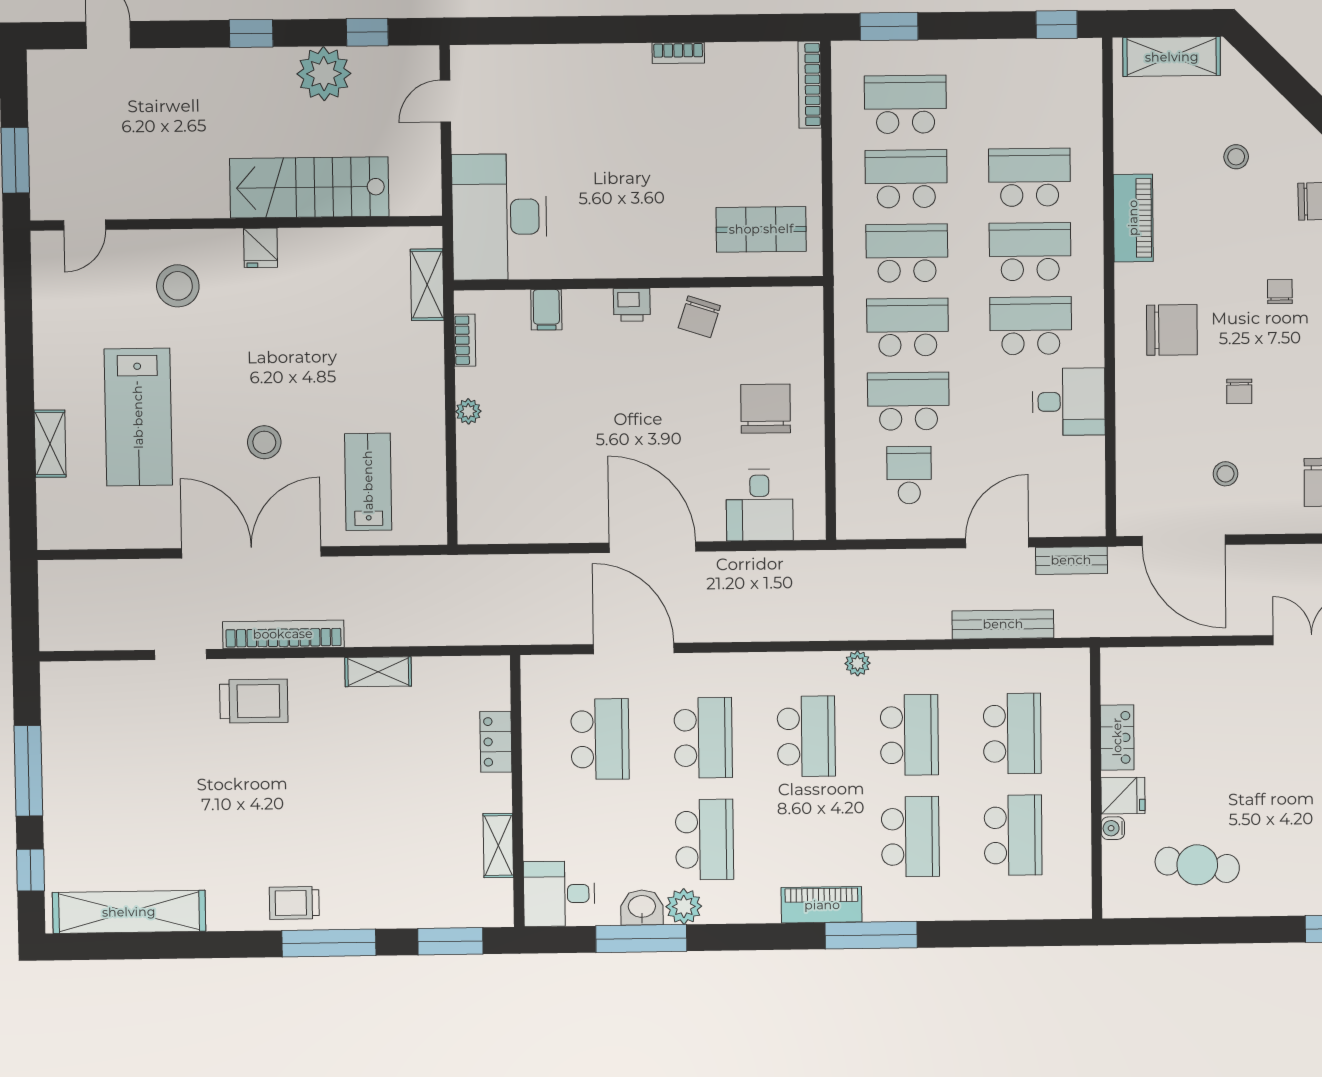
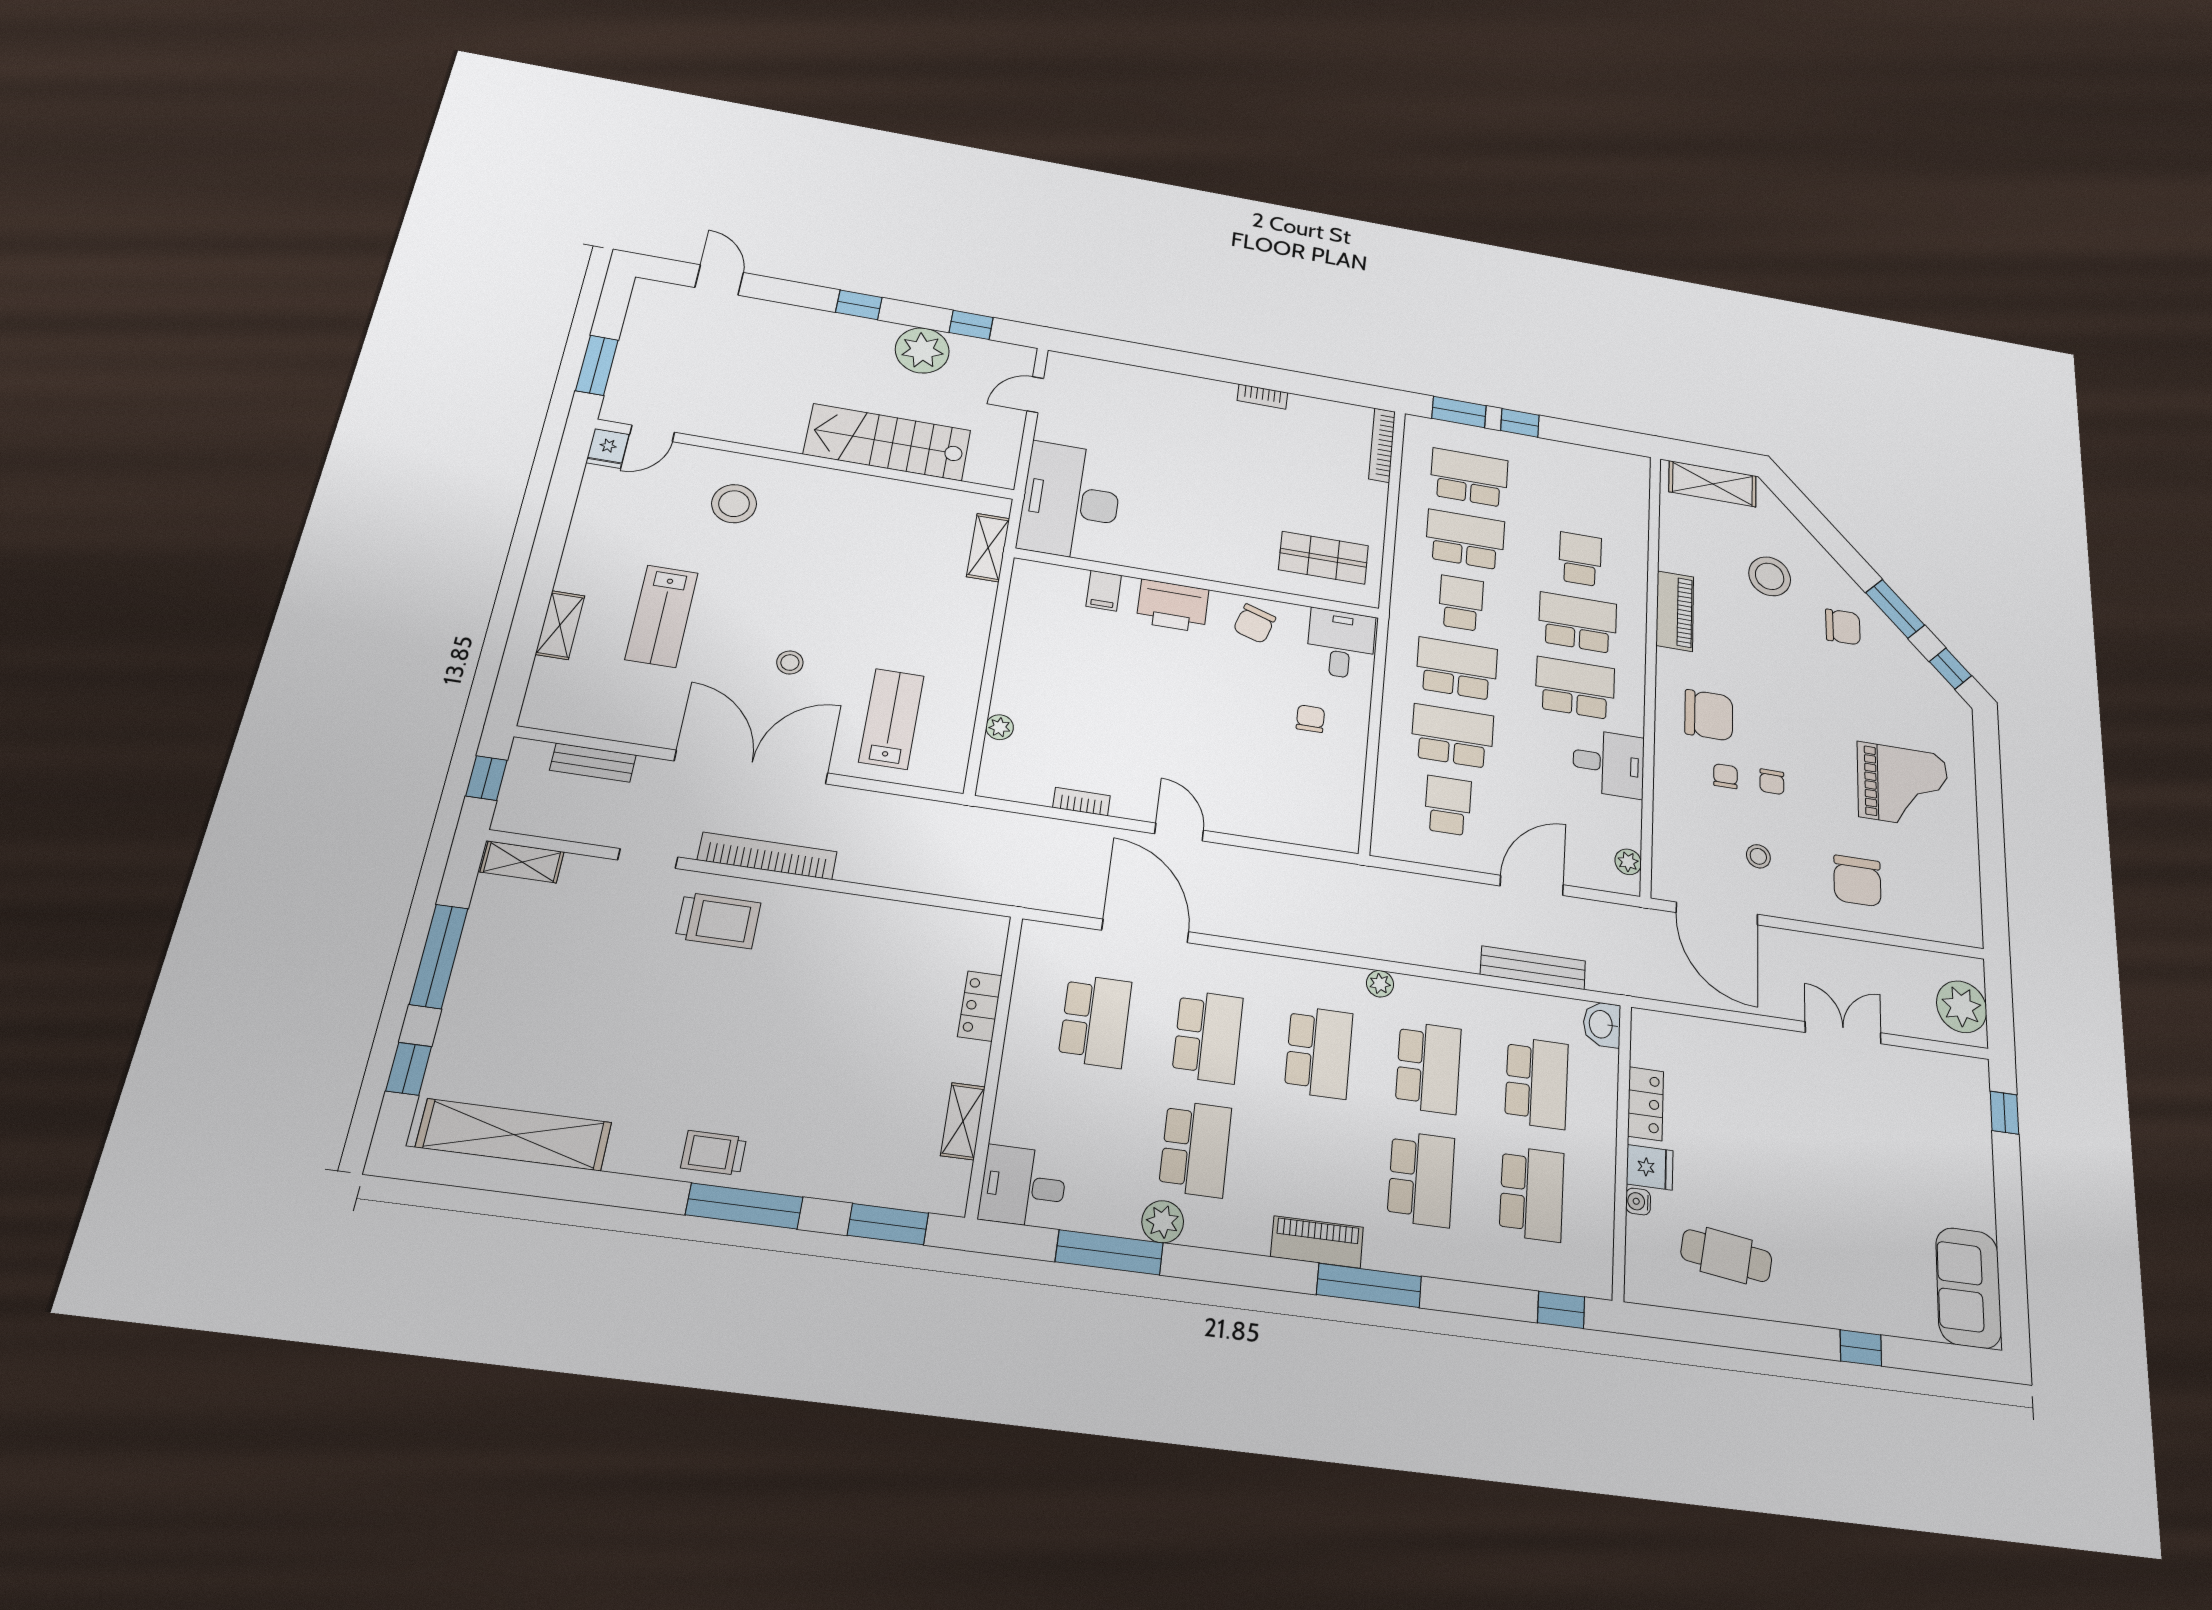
window: (1057, 25) -> (1520, 423), moved
stool: (1236, 157) -> (1770, 576), width x1.89, depth x1.89
school desk: (1029, 177) -> (1580, 559), width x0.54
fridge: (261, 248) -> (608, 448), moved
school desk: (907, 253) -> (1461, 603), width x0.54
chair: (1280, 292) -> (1725, 776), moved
printer: (632, 305) -> (1173, 606), width x1.87, depth x1.48
bookcase: (465, 340) -> (1082, 802), moved, turned -90
chair: (766, 409) -> (1310, 719), width x0.54, depth x0.54
plant: (468, 411) -> (1000, 727), moved
lab bench: (138, 417) -> (662, 616), width x0.73, depth x0.72
stool: (264, 442) -> (790, 663), width x0.73, depth x0.73
plant: (1092, 502) -> (1628, 862), added
desk: (760, 505) -> (1341, 644), moved, turned 180
door: (653, 547) -> (1179, 832), width x0.53
bench: (1071, 560) -> (593, 763), moved
window: (25, 604) -> (486, 778), added
shelving: (378, 672) -> (522, 862), moved
washbasin: (642, 907) -> (1602, 1024), moved, turned -90
window: (1045, 933) -> (1561, 1310), added

